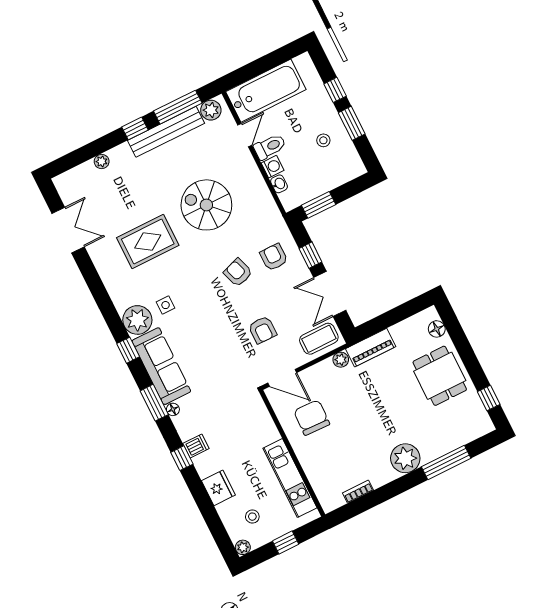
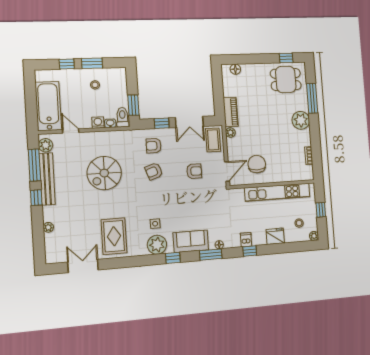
toilet: (270, 147) -> (122, 117), moved
rug: (148, 242) -> (114, 236), moved
sofa: (161, 366) -> (191, 241), width x0.73
dining table: (440, 376) -> (286, 79), moved
chair: (312, 418) -> (257, 164), turned 88
kitchen unit: (290, 478) -> (277, 192), width x1.36

